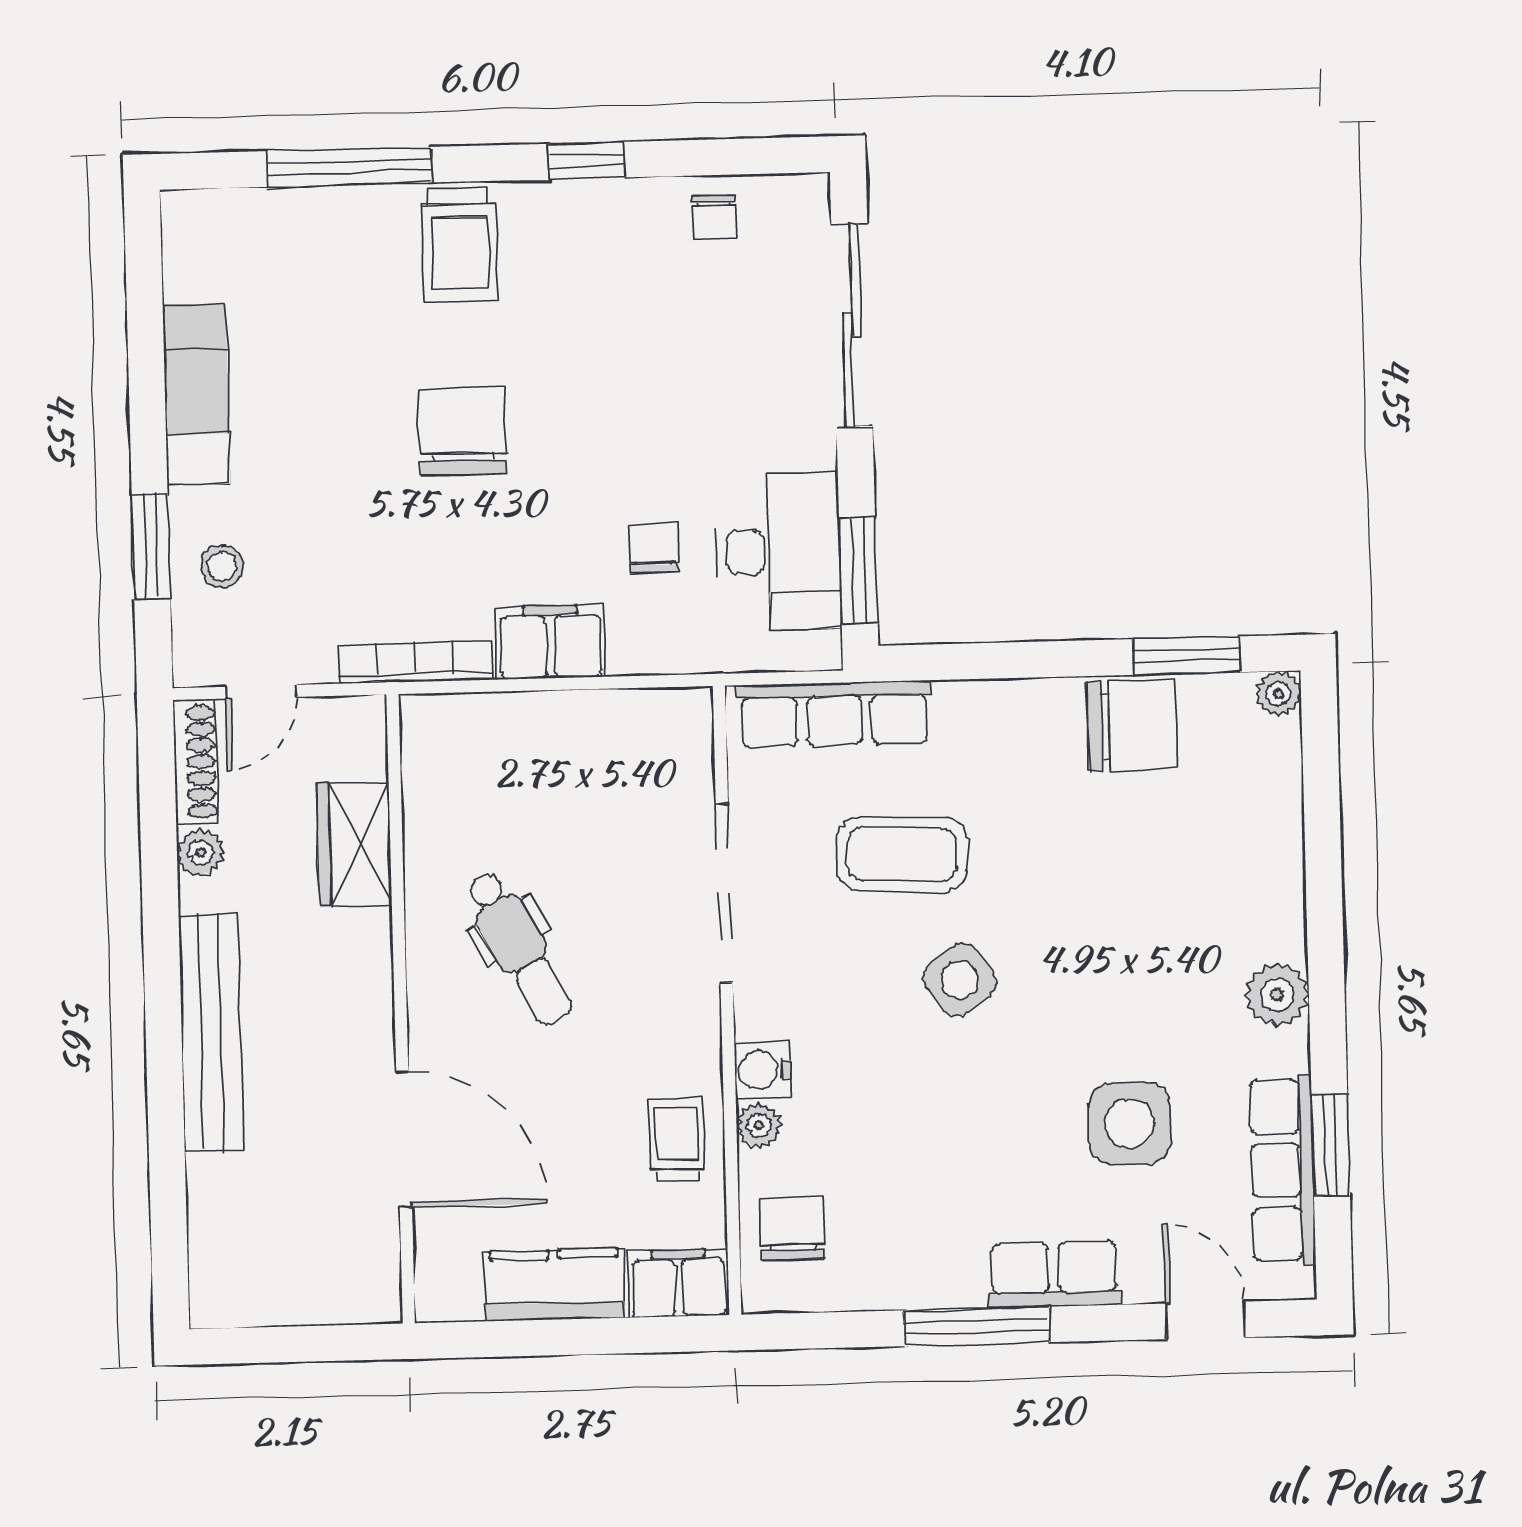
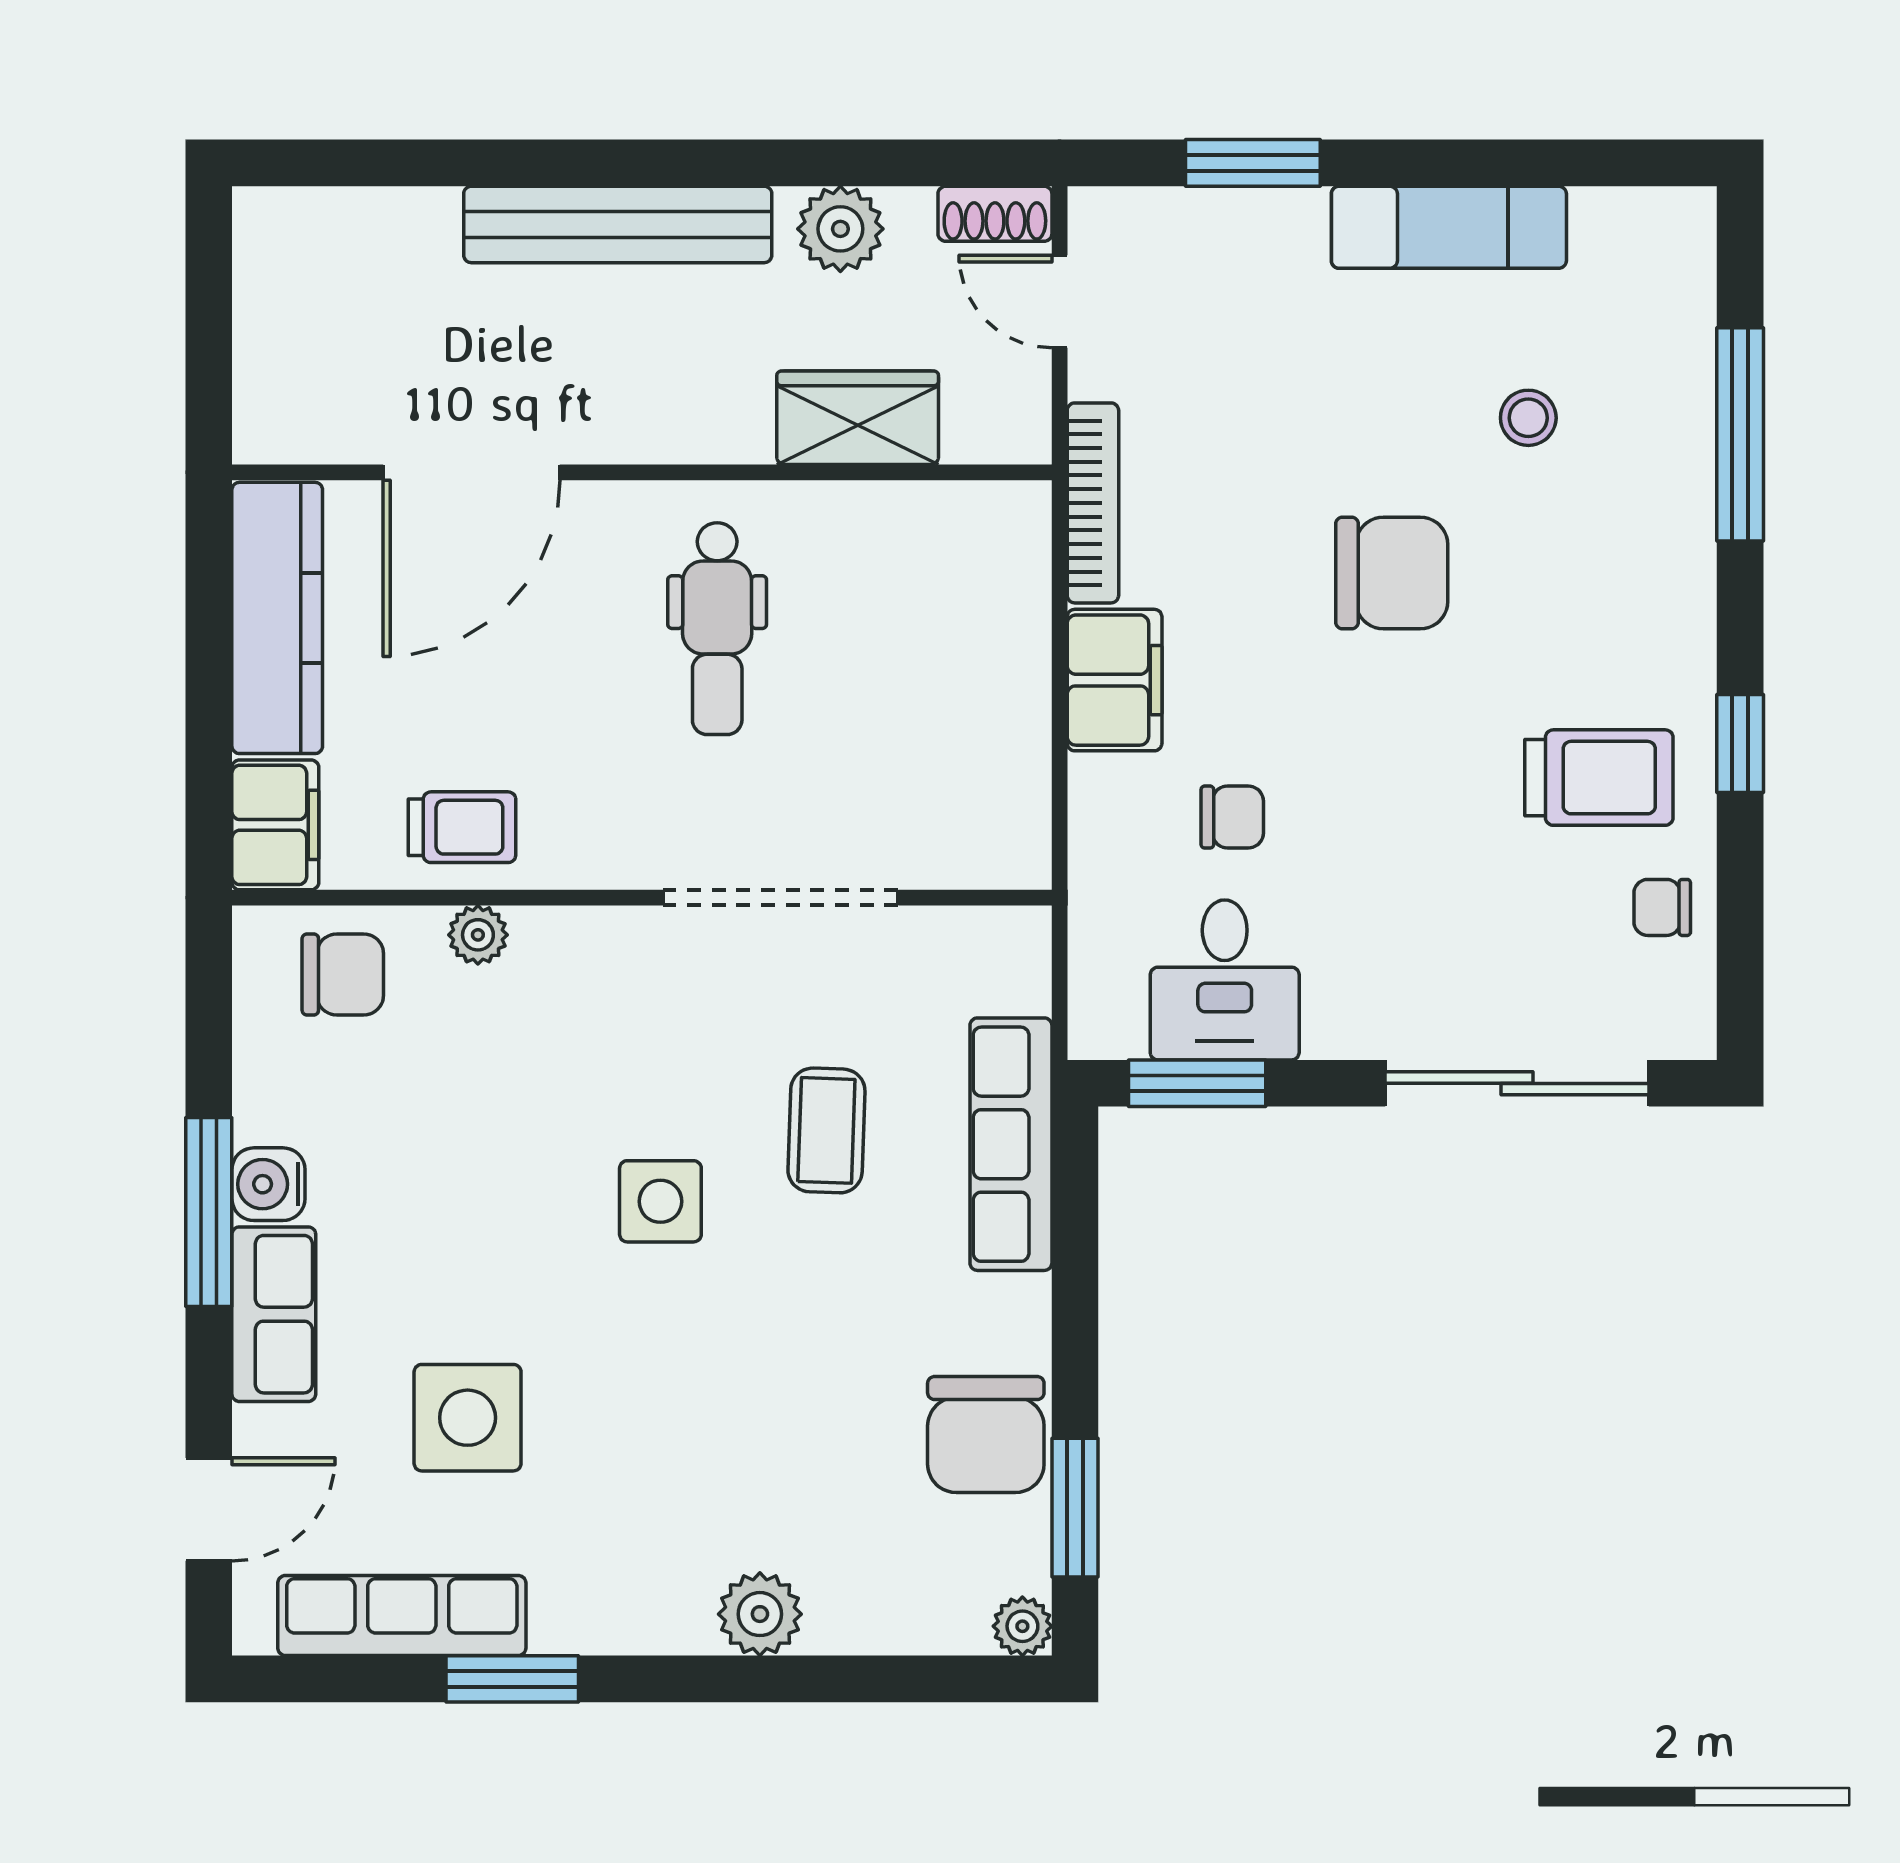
trolley: (460, 245) -> (1599, 778), moved, turned 180
desk: (778, 551) -> (1225, 980), width x0.73
stool: (222, 566) -> (1528, 418), moved
row of seats: (834, 714) -> (1011, 1144), moved
shoe rack: (196, 762) -> (995, 214), width x0.70
plant: (201, 853) -> (840, 229), width x1.38, depth x1.38
coffee table: (902, 854) -> (826, 1130), width x0.73, depth x0.77
dental chair: (519, 948) -> (717, 629), turned -62
side table: (960, 980) -> (660, 1201), turned 36
plant: (1277, 995) -> (760, 1614), moved
water cooler: (763, 1070) -> (268, 1184), moved, turned -90
window: (1331, 1145) -> (512, 1679), moved
kitchen counter: (554, 1285) -> (277, 618), width x1.50

